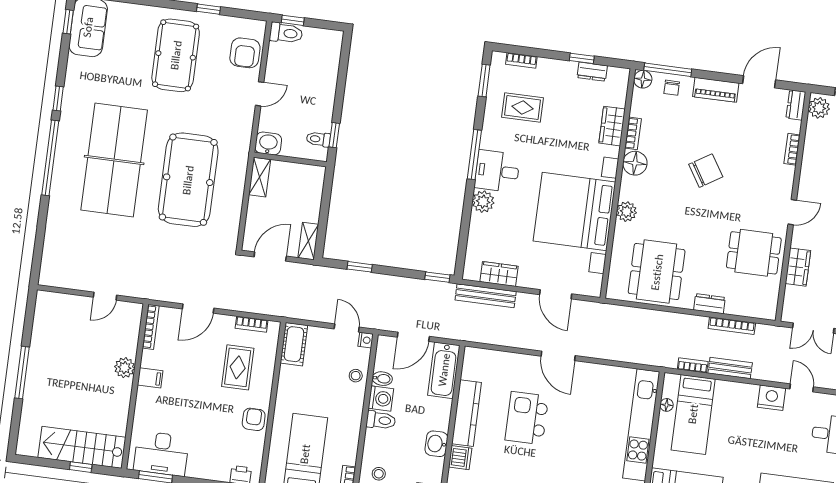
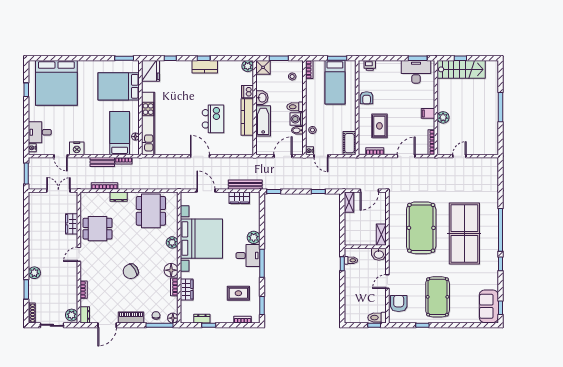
bathtub: (444, 370) -> (263, 121), moved

